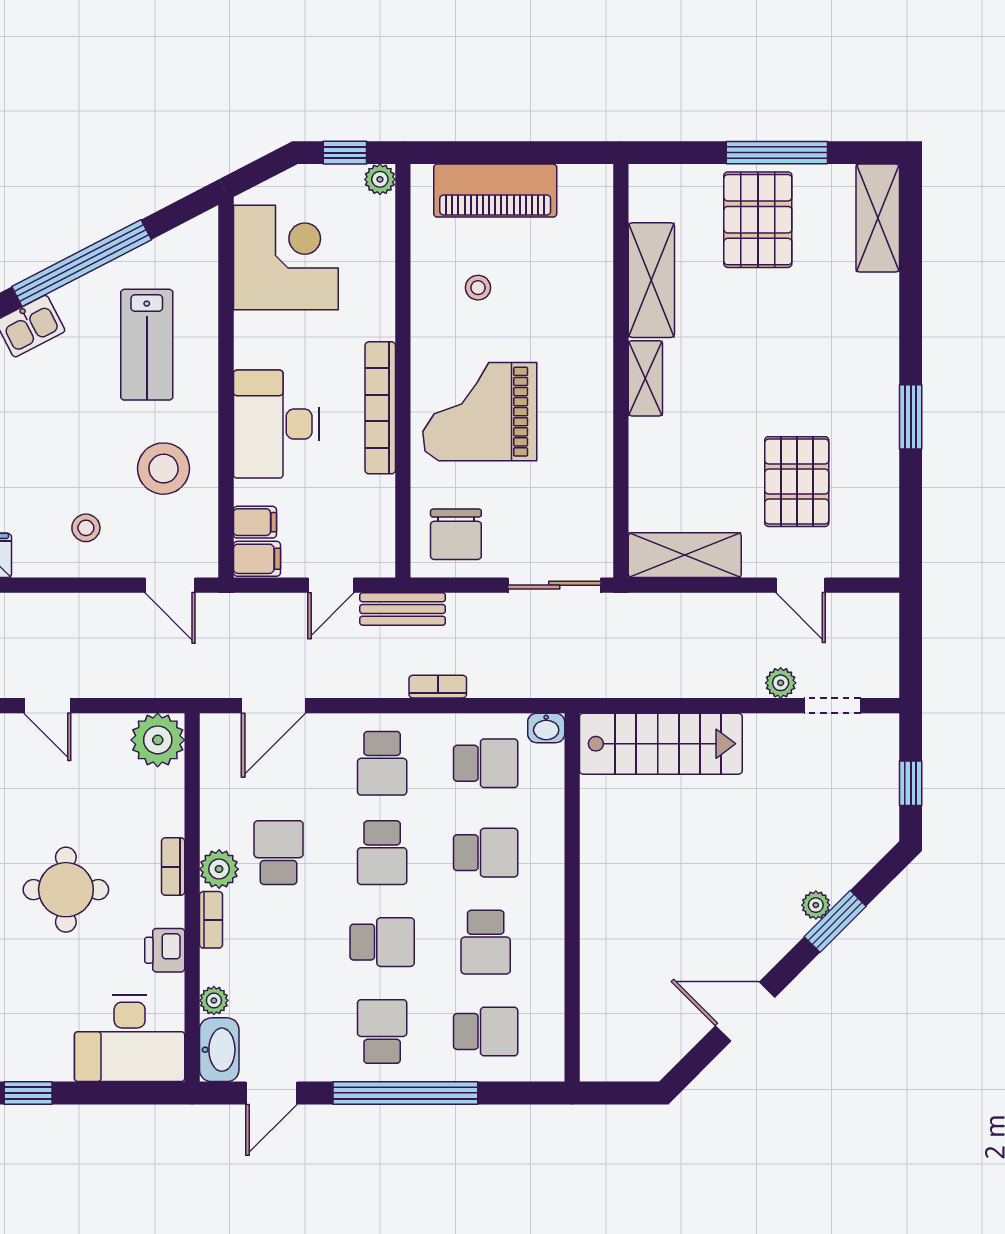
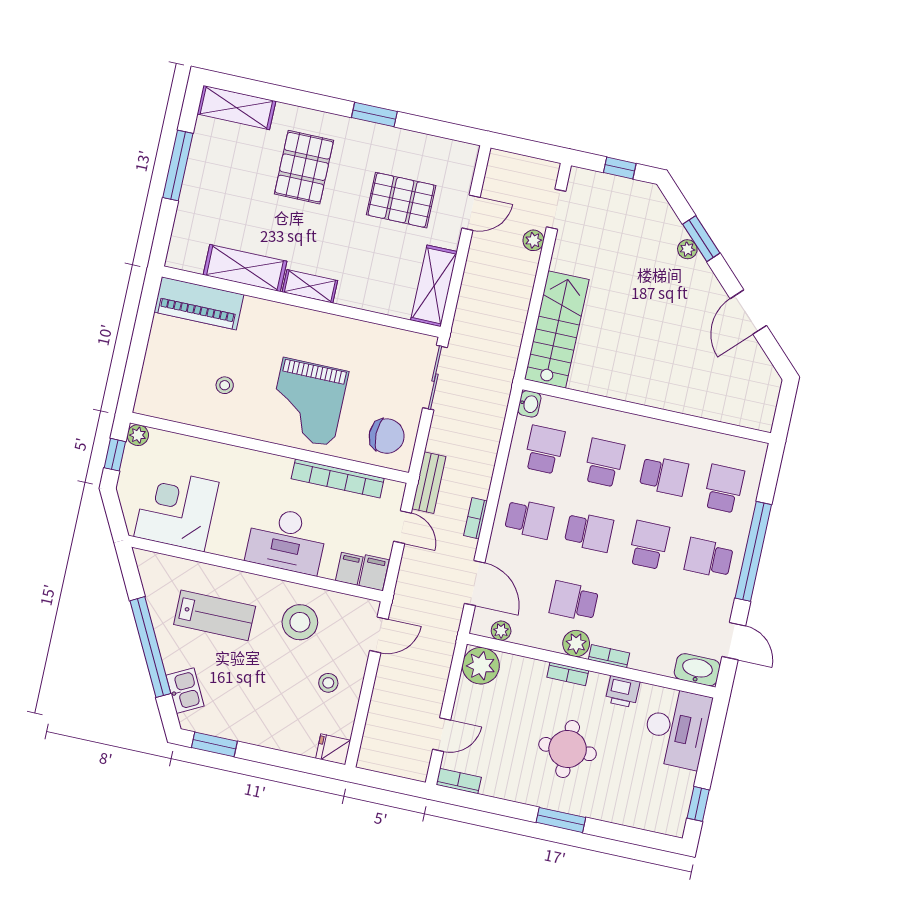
piano: (495, 191) -> (199, 303), moved, turned 90
pallet: (758, 220) -> (304, 167), moved, turned 90
bookcase: (380, 408) -> (338, 478), moved
bookcase: (438, 687) -> (475, 518), moved
plant: (214, 1000) -> (501, 631), moved

